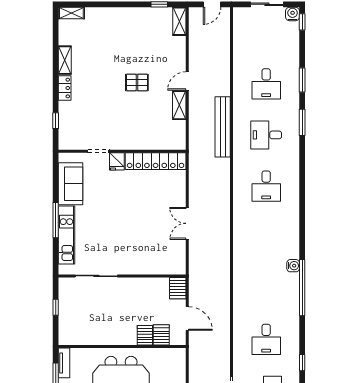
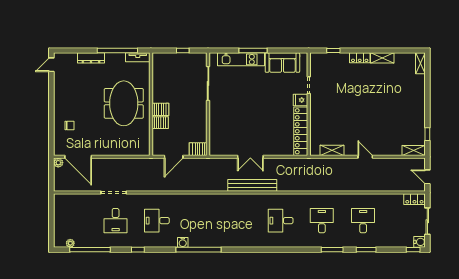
locker: (240, 20) -> (414, 199), added
pallet: (137, 82) -> (364, 116), removed
desk: (266, 84) -> (363, 221), turned 90
shelving: (179, 105) -> (332, 150), moved
bench: (223, 127) -> (252, 185), moved
double door: (187, 223) -> (250, 157), swing flipped
water cooler: (293, 266) -> (183, 242), moved
server rack: (161, 335) -> (160, 109), moved

